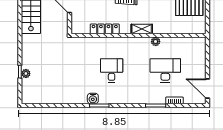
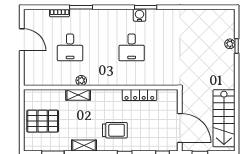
shelving: (142, 29) -> (78, 95), moved
desk: (165, 70) -> (70, 47), width x0.73
door: (207, 88) -> (22, 40), moved
water cooler: (93, 98) -> (140, 15), moved

